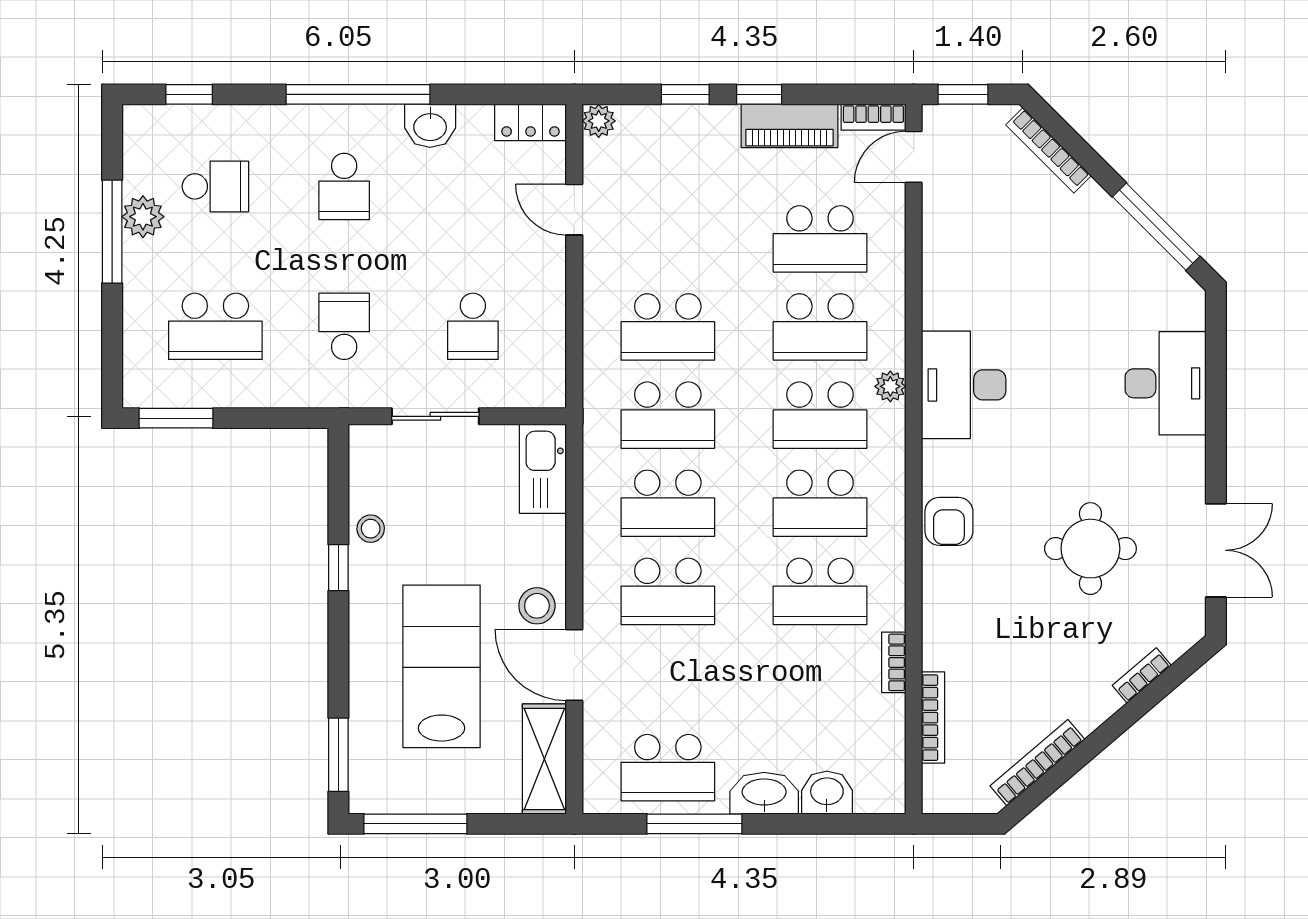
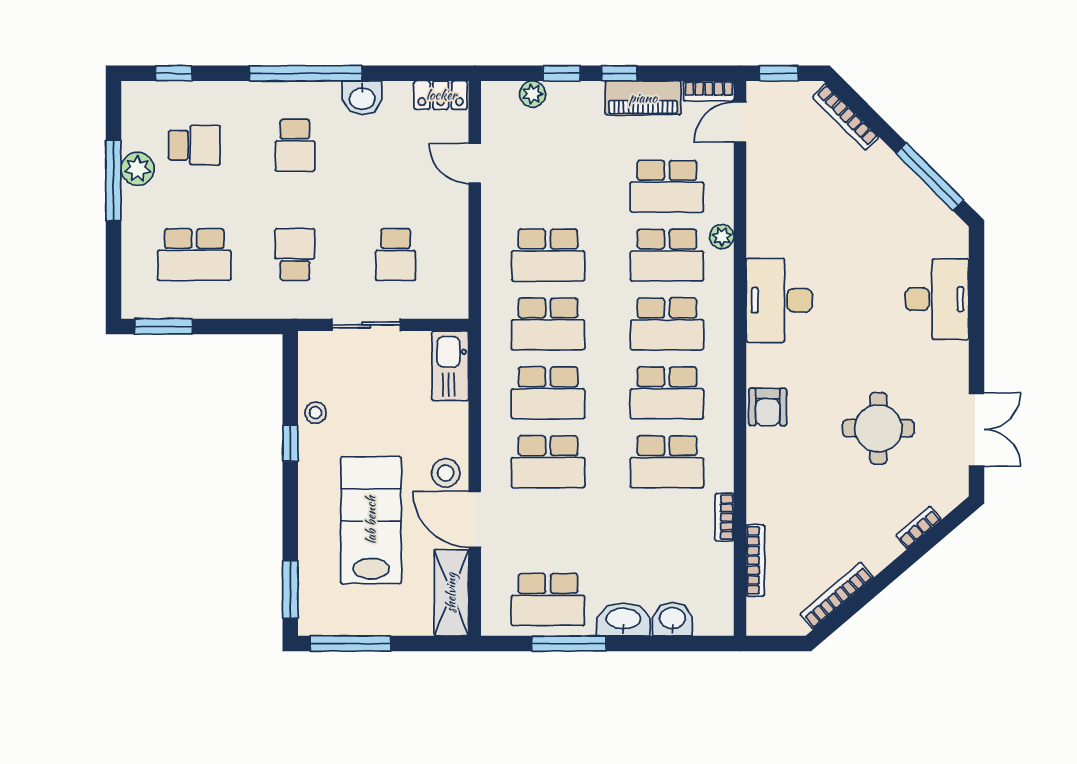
plant: (599, 121) -> (533, 94), moved
plant: (890, 386) -> (722, 237), moved

